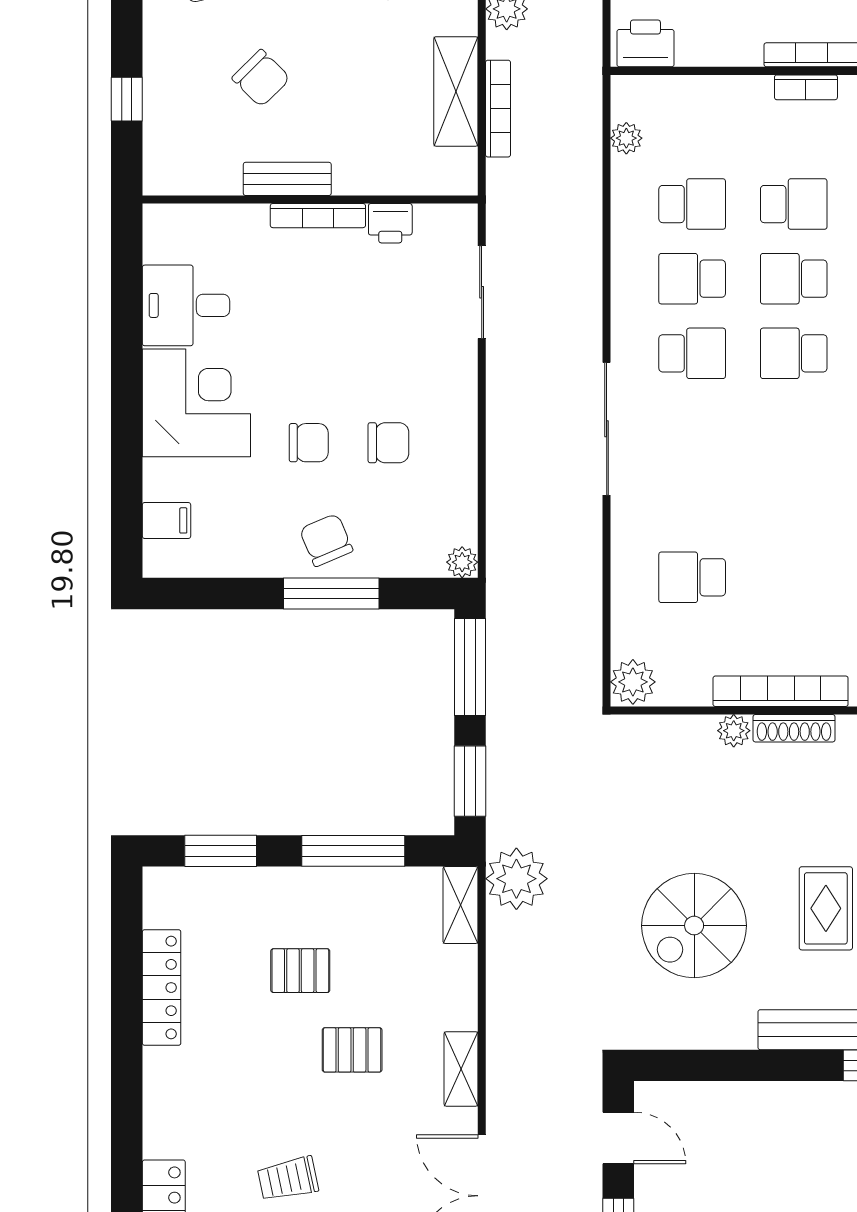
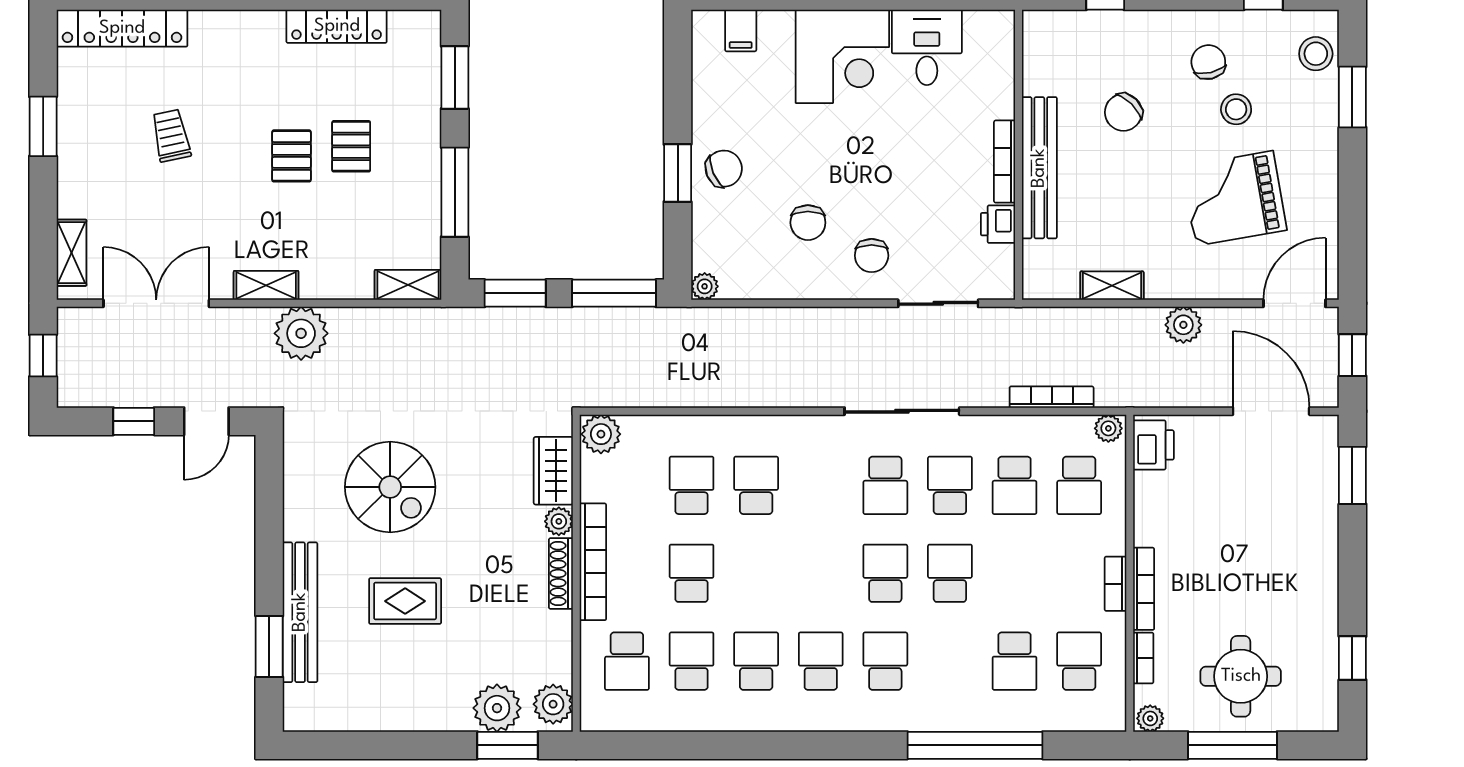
shelving: (456, 91) -> (1112, 286), width x0.67, depth x0.75
bookcase: (498, 109) -> (1052, 397), moved, turned 180
plant: (626, 138) -> (1108, 428), moved
bench: (287, 179) -> (1039, 168), width x1.86, depth x1.21
school desk: (794, 204) -> (1079, 485), moved
sliding door: (607, 429) -> (902, 411), moved
chair: (309, 443) -> (872, 256), moved
school desk: (692, 503) -> (756, 485), added
school desk: (794, 577) -> (692, 573), added
window: (331, 593) -> (678, 173), width x0.69
wardrobe: (675, 737) -> (553, 471), added
plant: (516, 879) -> (301, 333), moved
spiral stairs: (694, 926) -> (390, 487), turned 180
pallet: (352, 1050) -> (292, 156), moved

